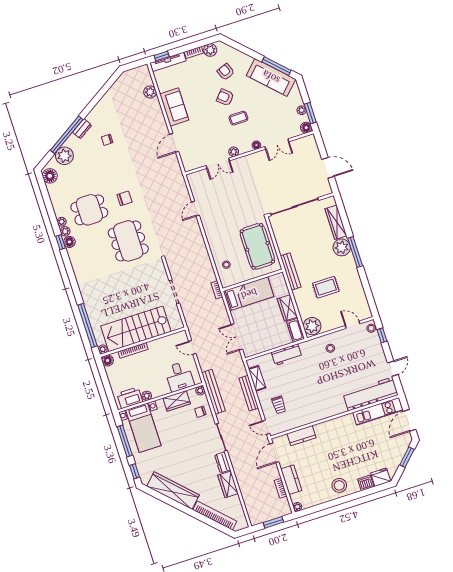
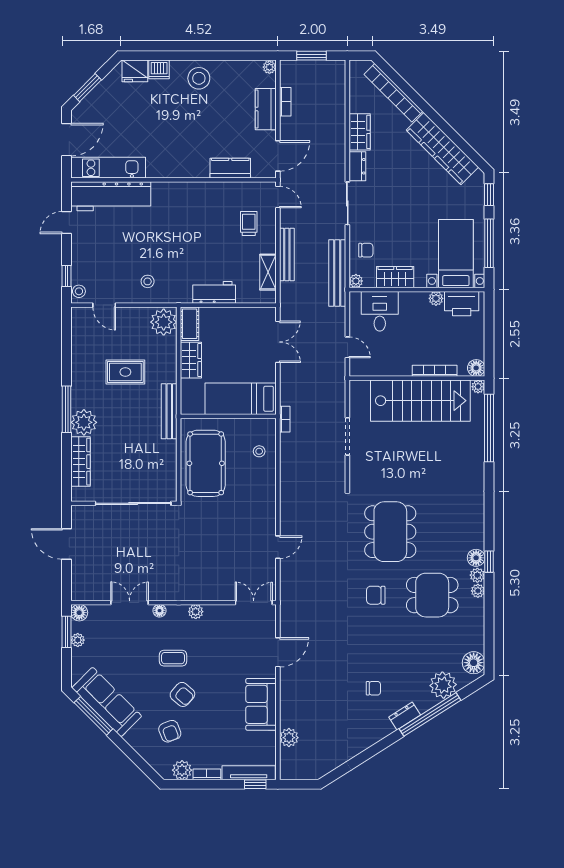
double door: (218, 163) -> (254, 603), moved

